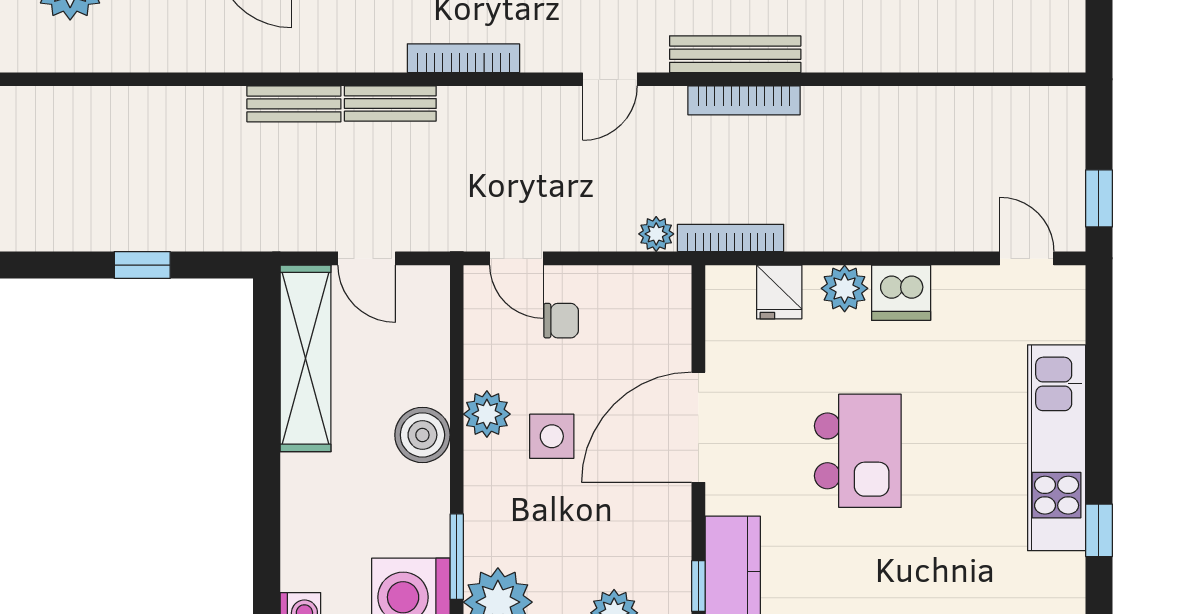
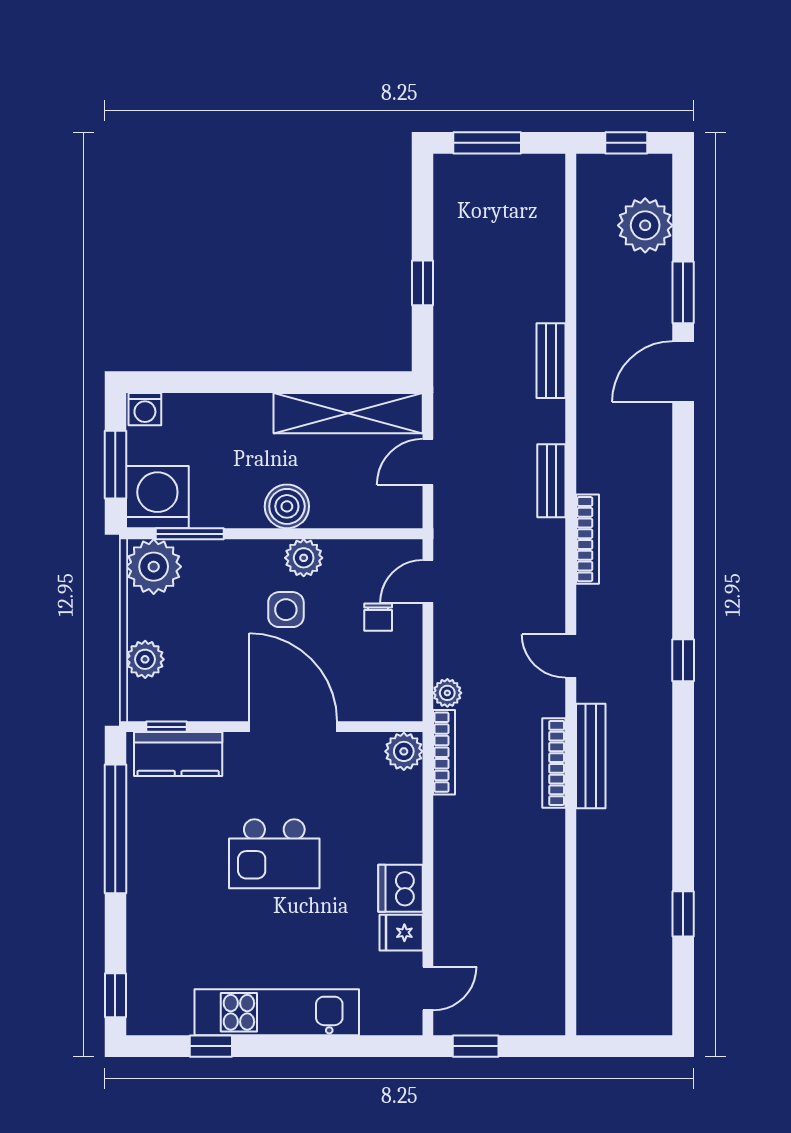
bench: (294, 104) -> (551, 361), moved
plant: (845, 288) -> (404, 751), moved
fridge: (779, 292) -> (401, 933), moved

